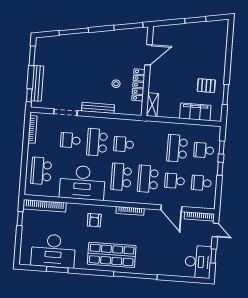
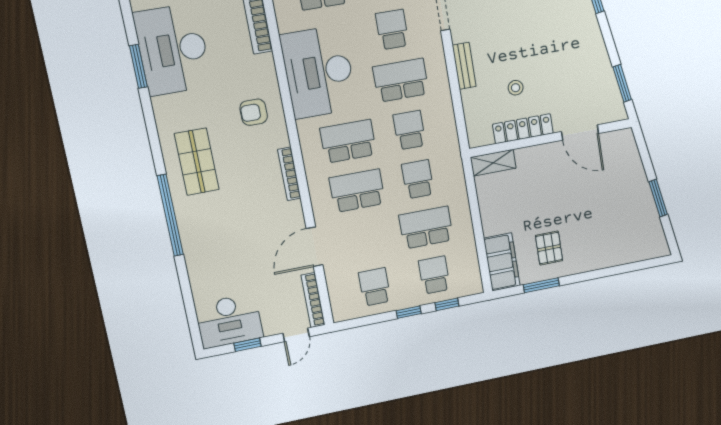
window: (128, 26) -> (622, 83), width x0.69
bench: (98, 108) -> (464, 66), width x0.73
filing cabinet: (195, 112) -> (502, 262), moved
school desk: (175, 181) -> (418, 179), moved
shop shelf: (112, 255) -> (197, 162), width x0.70, depth x0.74

